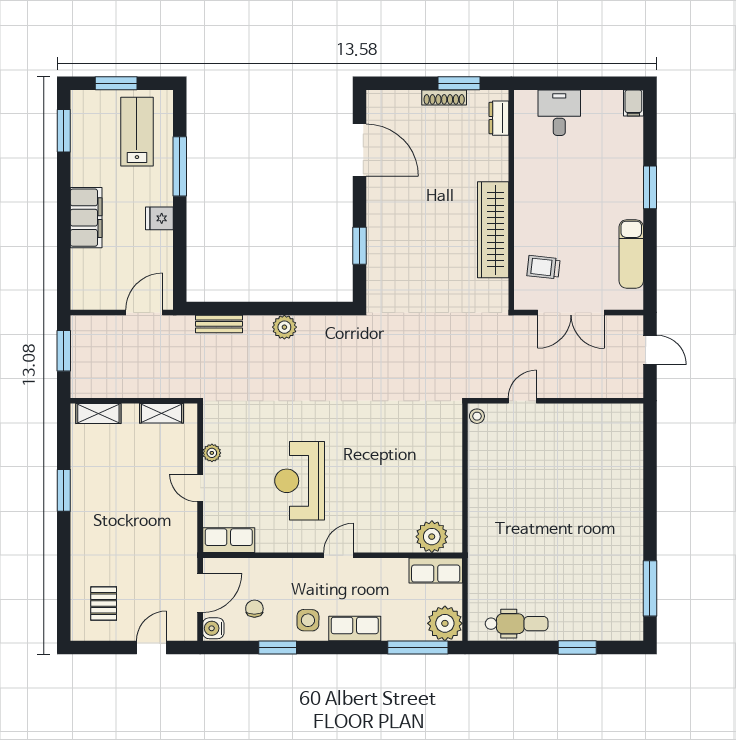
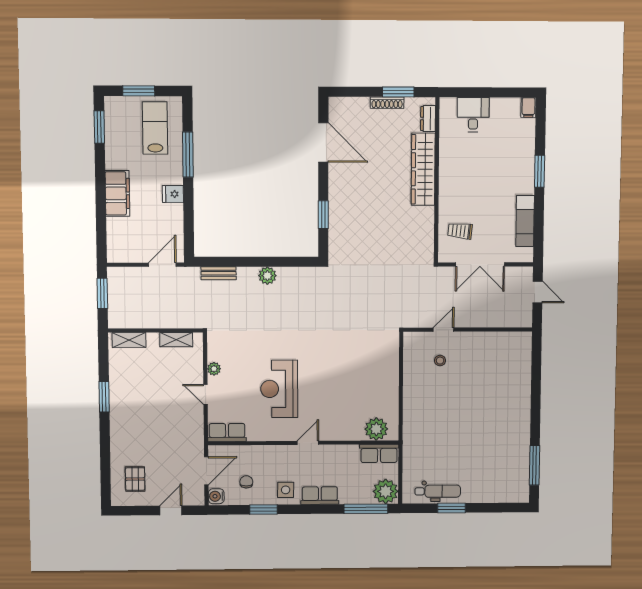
wardrobe: (493, 230) -> (423, 169), moved
stool: (477, 416) -> (440, 361), moved
window: (577, 647) -> (452, 508), moved

